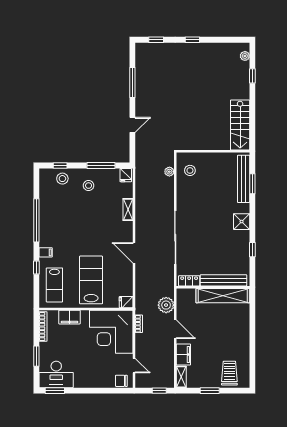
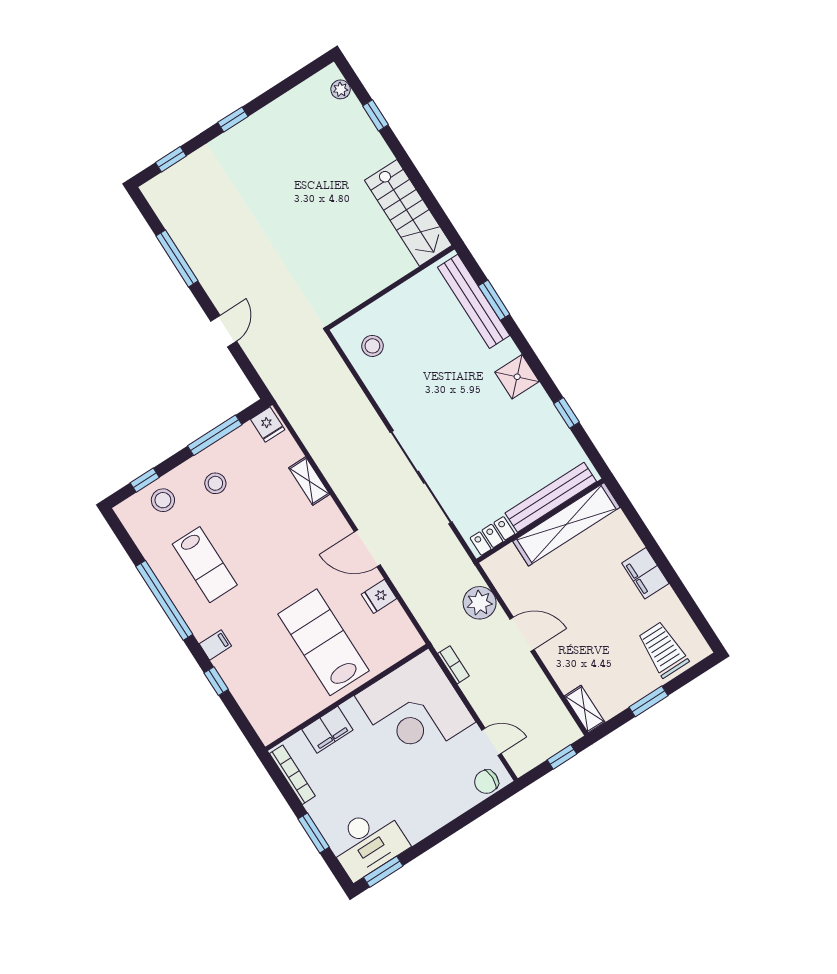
plant: (169, 172) -> (338, 371), removed
lab bench: (54, 285) -> (205, 565), moved
fridge: (126, 302) -> (379, 596), moved
filing cabinet: (183, 354) -> (645, 573), moved, turned 180

